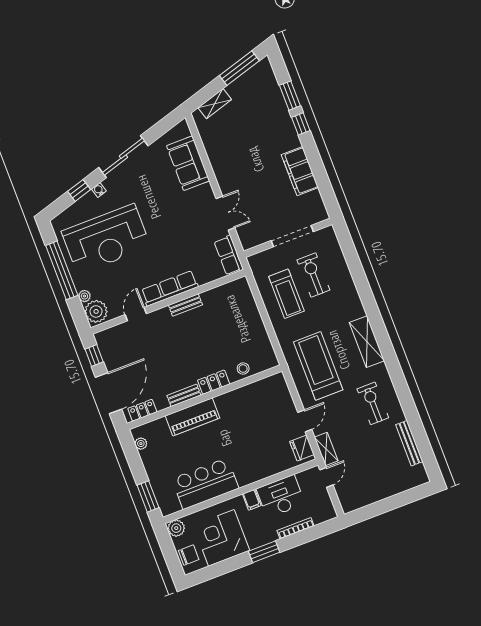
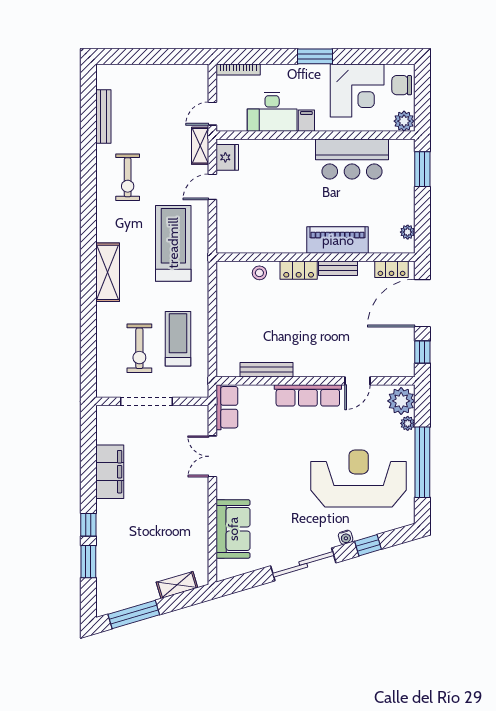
bench: (185, 305) -> (266, 370), moved, width x1.36
shelving: (367, 342) -> (108, 272), moved
treadmill: (318, 366) -> (173, 243), turned 180
bookcase: (296, 528) -> (238, 69), moved

